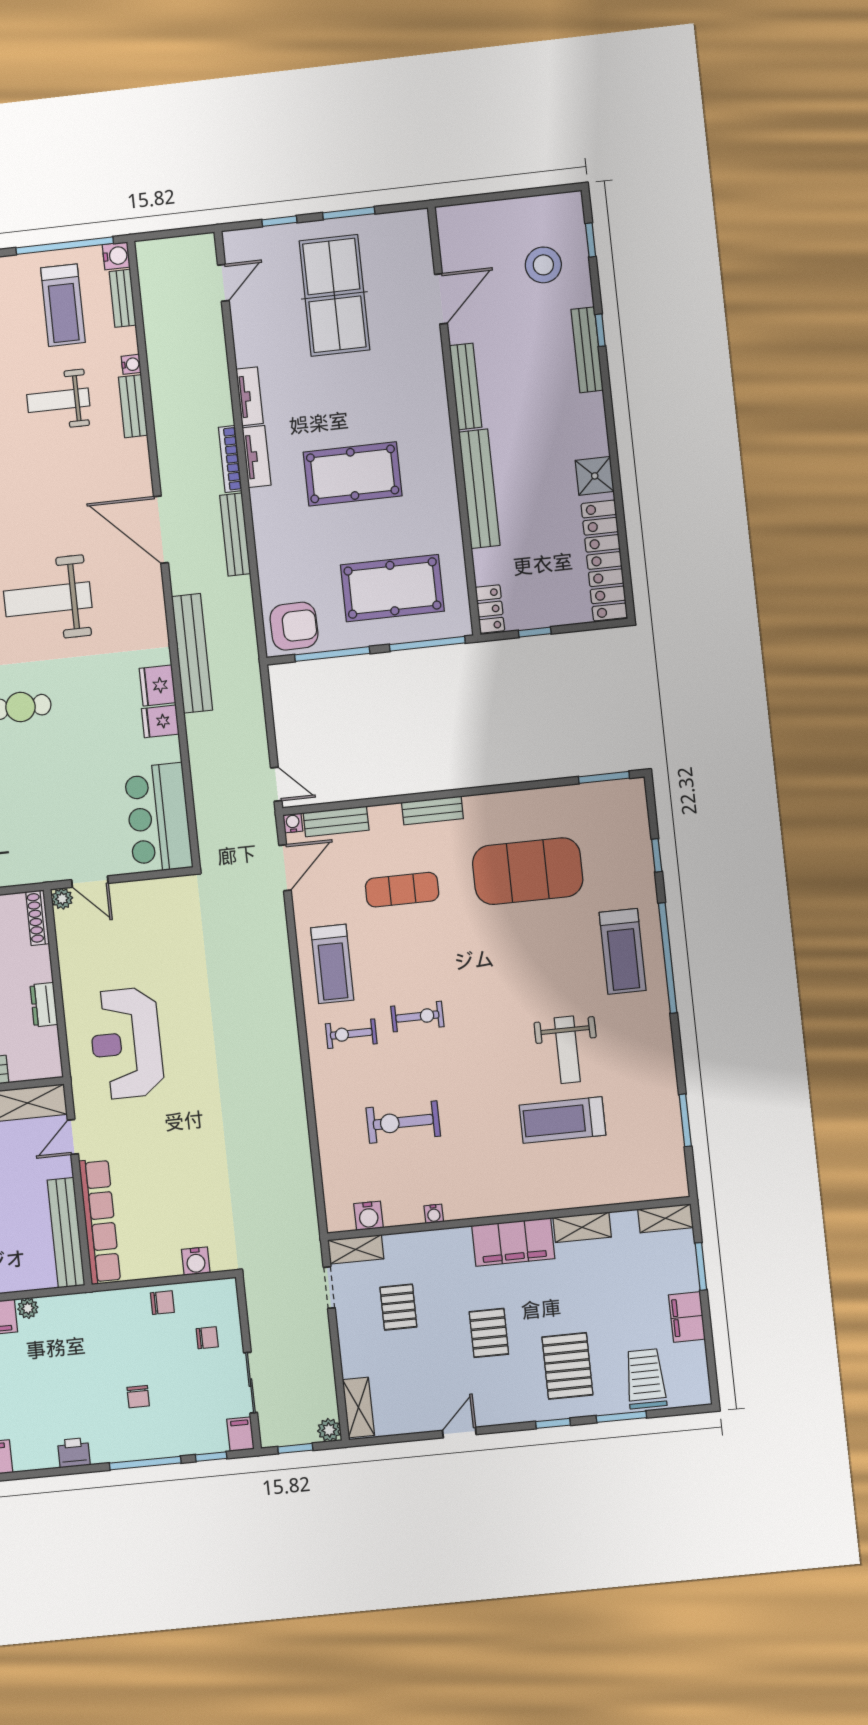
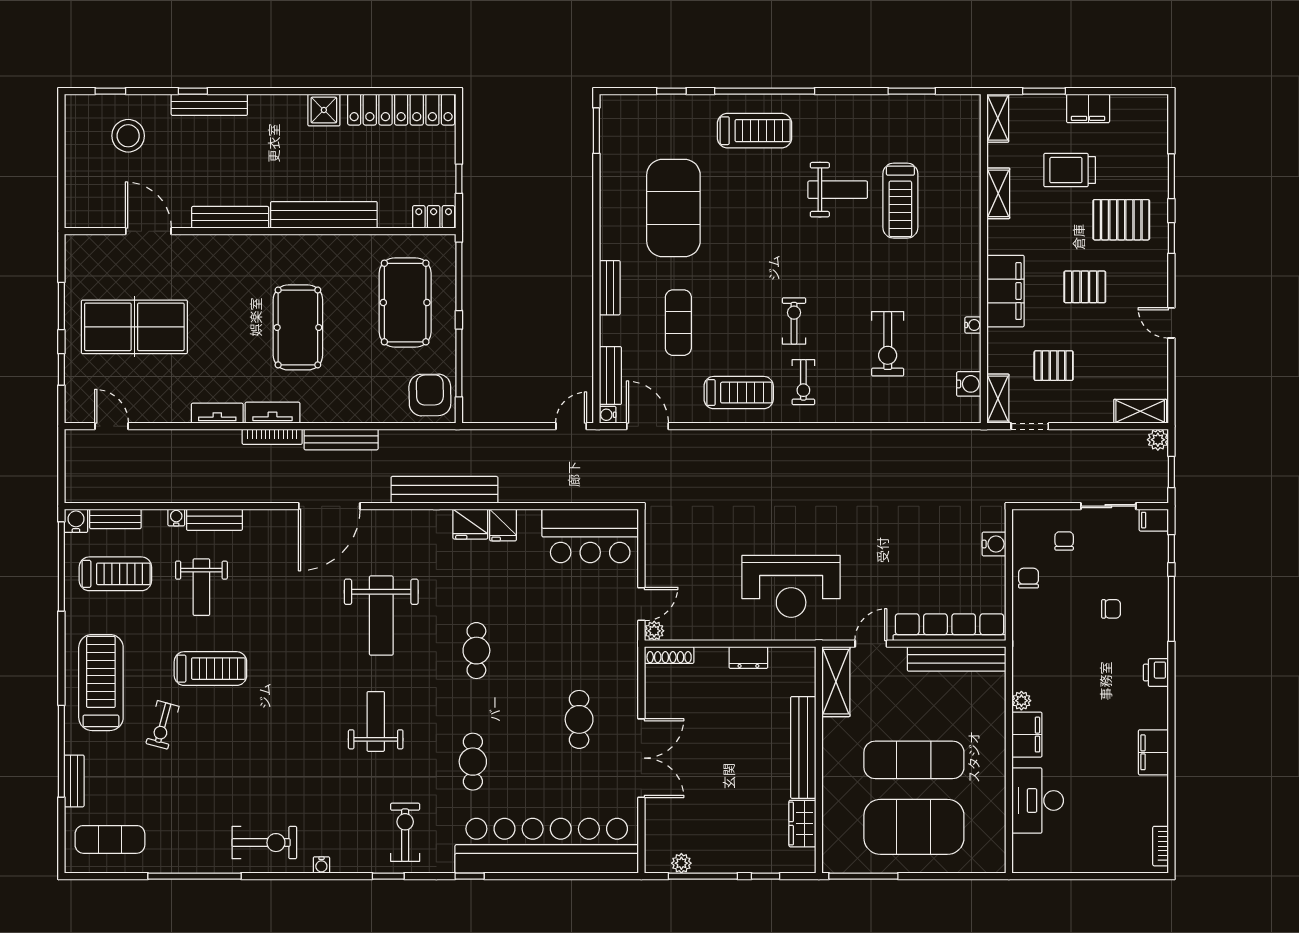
door: (73, 1137) -> (871, 644), swing flipped
filing cabinet: (513, 1242) -> (1005, 291), moved
trolley: (646, 1379) -> (1070, 170), moved

